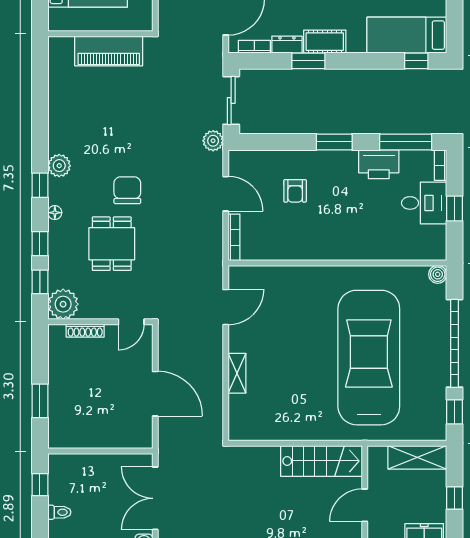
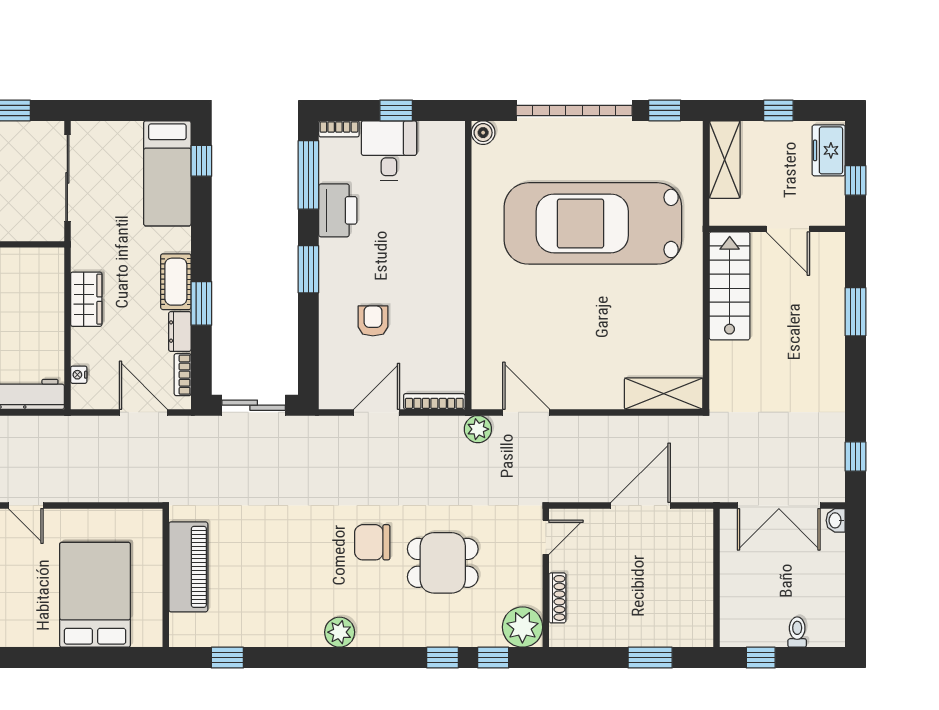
plant: (213, 141) -> (478, 429), moved
window: (40, 185) -> (227, 658), moved
armchair: (295, 191) -> (373, 321), turned -90
floor lamp: (55, 213) -> (402, 638), removed
door: (131, 322) -> (546, 537), hinge flipped
shelving: (237, 373) -> (664, 394), moved, width x1.50, depth x1.33

